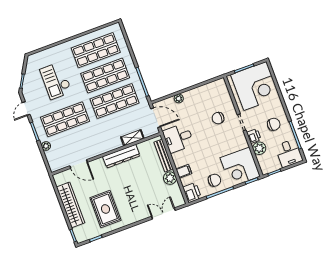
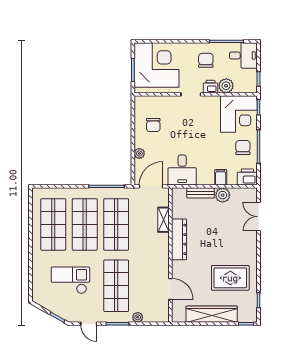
checkout: (56, 81) -> (70, 280), turned 180
chair: (218, 118) -> (153, 125), moved
bench: (164, 156) -> (200, 193), width x0.73
door: (79, 164) -> (170, 289), hinge flipped

